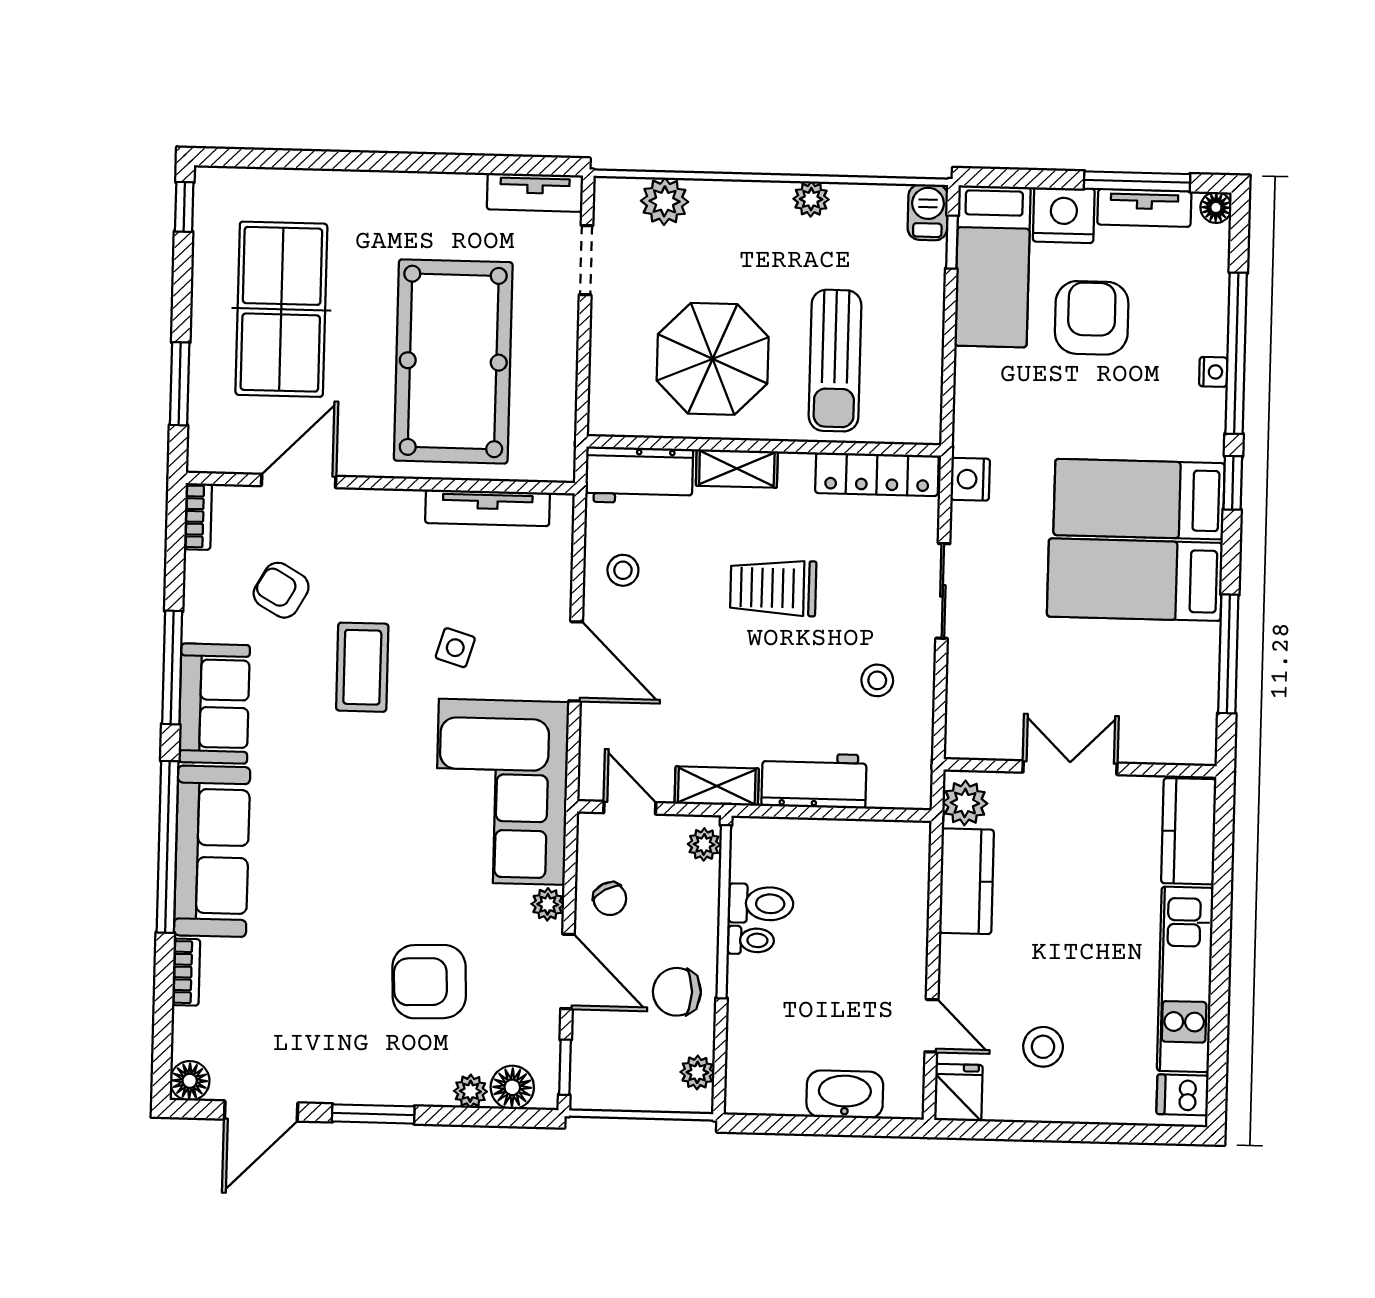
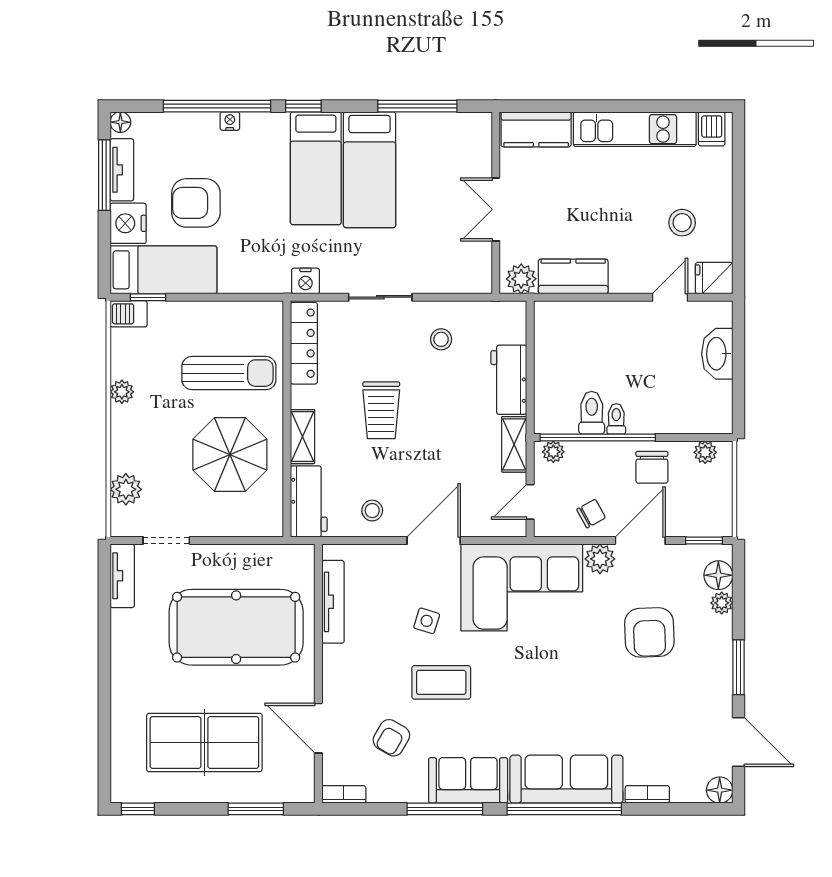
plant: (548, 904) -> (600, 559), width x1.38, depth x1.38

